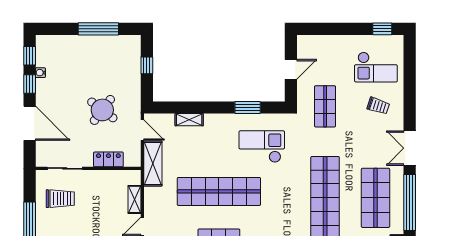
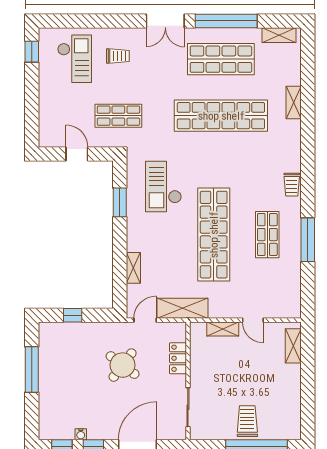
trolley: (378, 106) -> (118, 56), turned 72
trolley: (60, 199) -> (247, 421), moved

